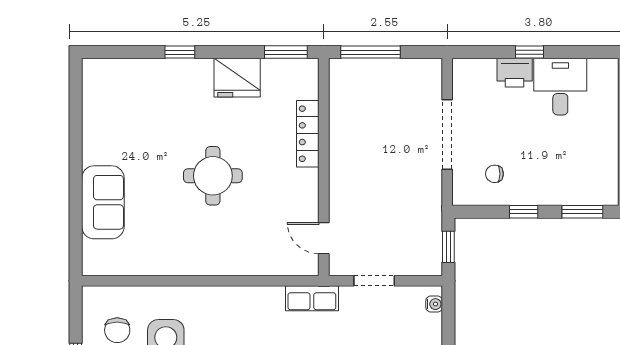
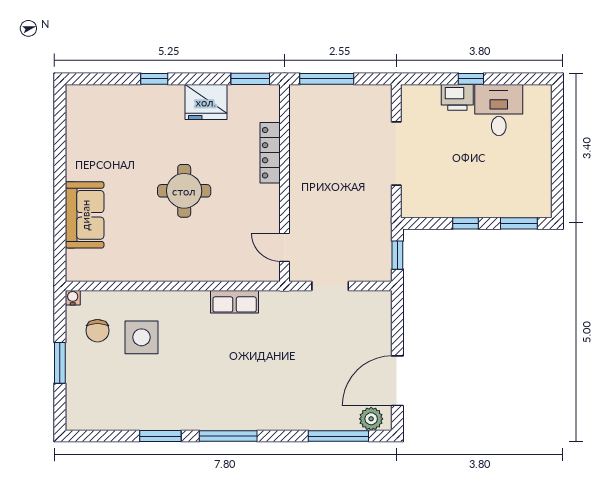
chair: (494, 174) -> (439, 189), removed
row of seats: (312, 298) -> (235, 302), moved
water cooler: (434, 304) -> (73, 298), moved, turned -90

